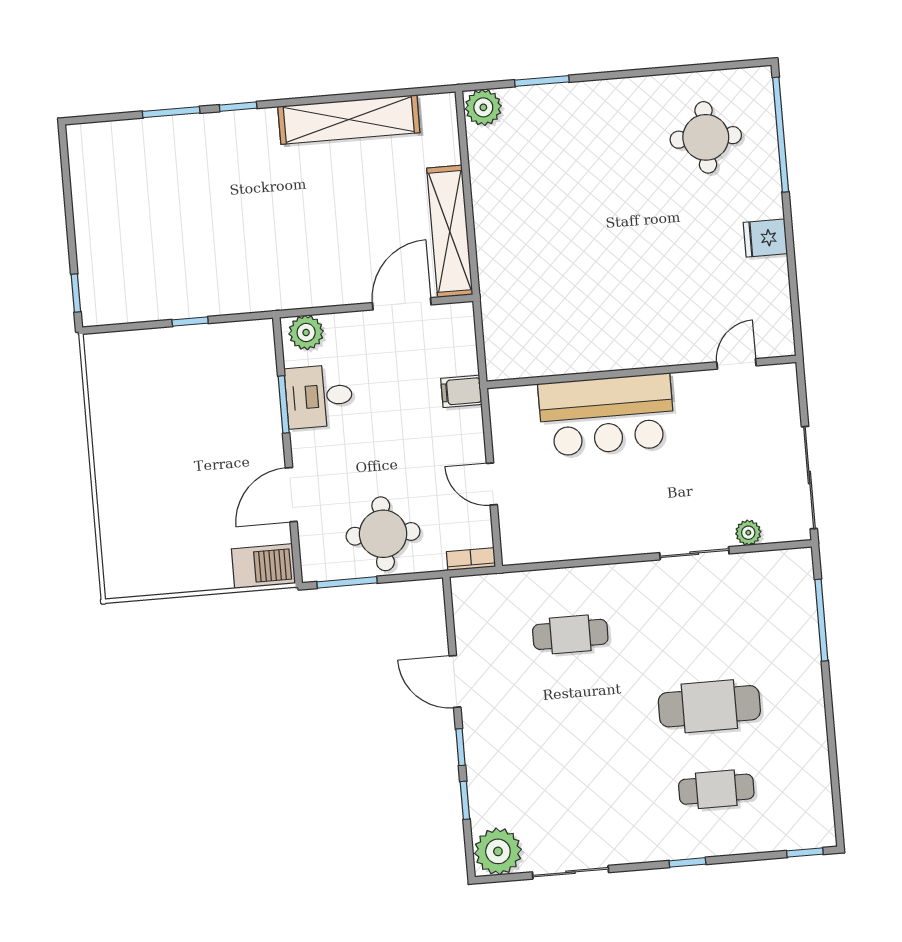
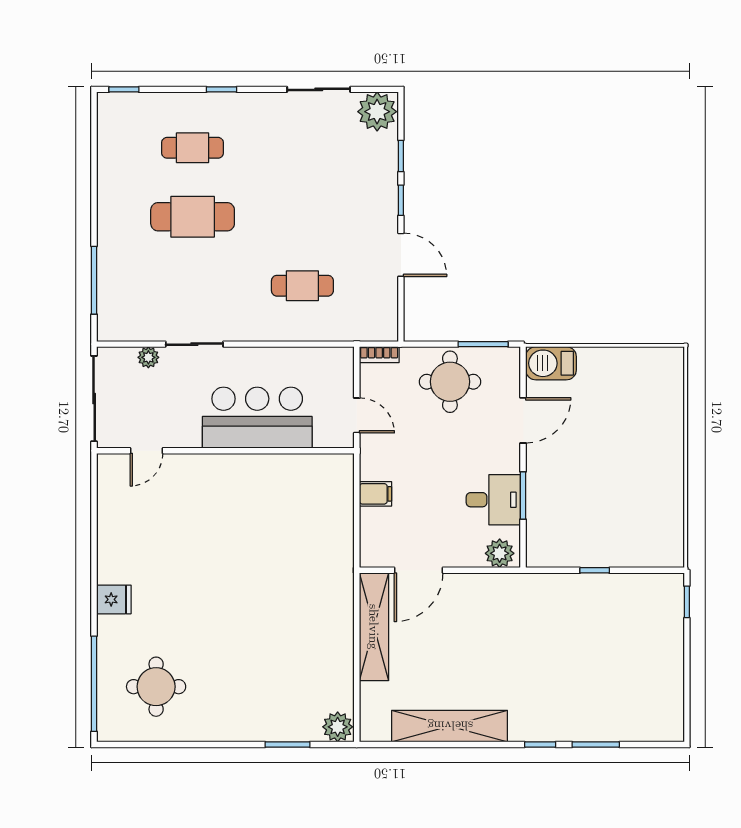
door: (736, 364) -> (146, 451), moved
wall: (642, 372) -> (225, 451), moved
bar counter: (607, 415) -> (257, 418), moved

